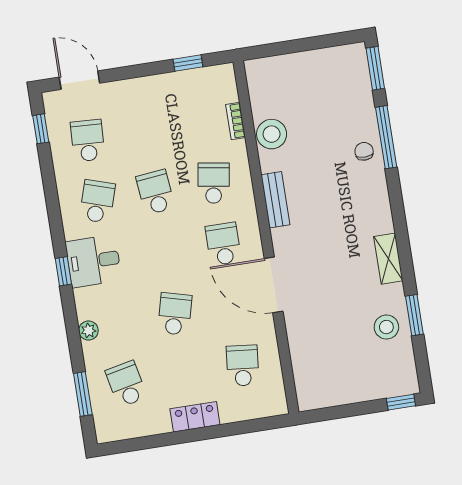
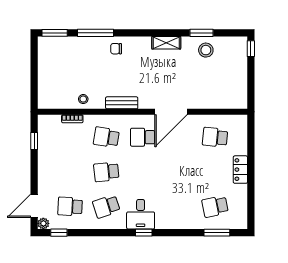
stool: (272, 134) -> (83, 99), width x0.53, depth x0.53
chair: (364, 151) -> (116, 49), moved
school desk: (97, 201) -> (106, 206), turned -36
school desk: (175, 314) -> (179, 172), removed
plant: (88, 330) -> (43, 223), moved

